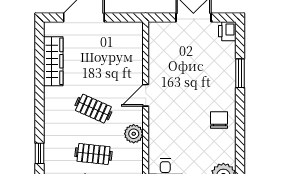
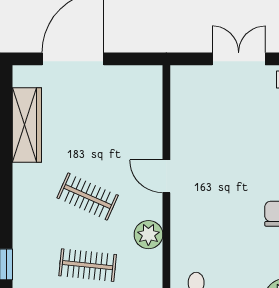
door: (146, 95) -> (166, 176), hinge flipped

